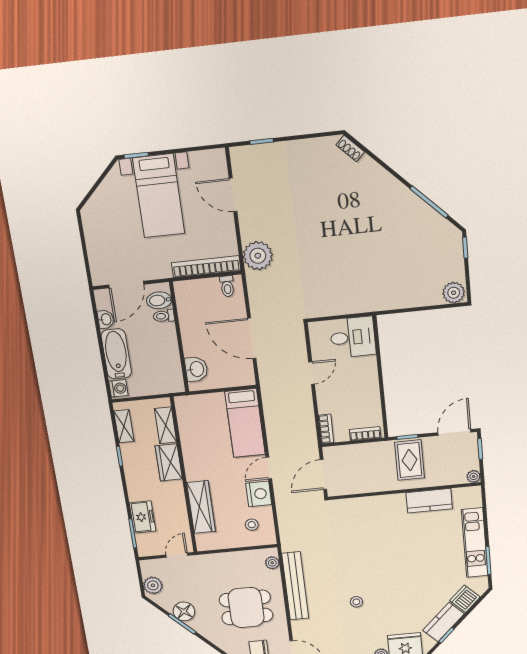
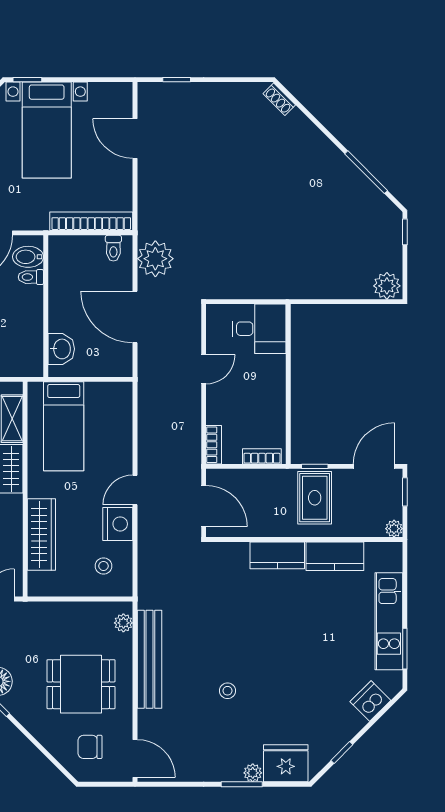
plant: (258, 256) -> (155, 259), moved
bed: (245, 423) -> (64, 426), moved
door: (323, 474) -> (204, 506), swing flipped
kitchen counter: (443, 622) -> (277, 555), moved, turned -135

